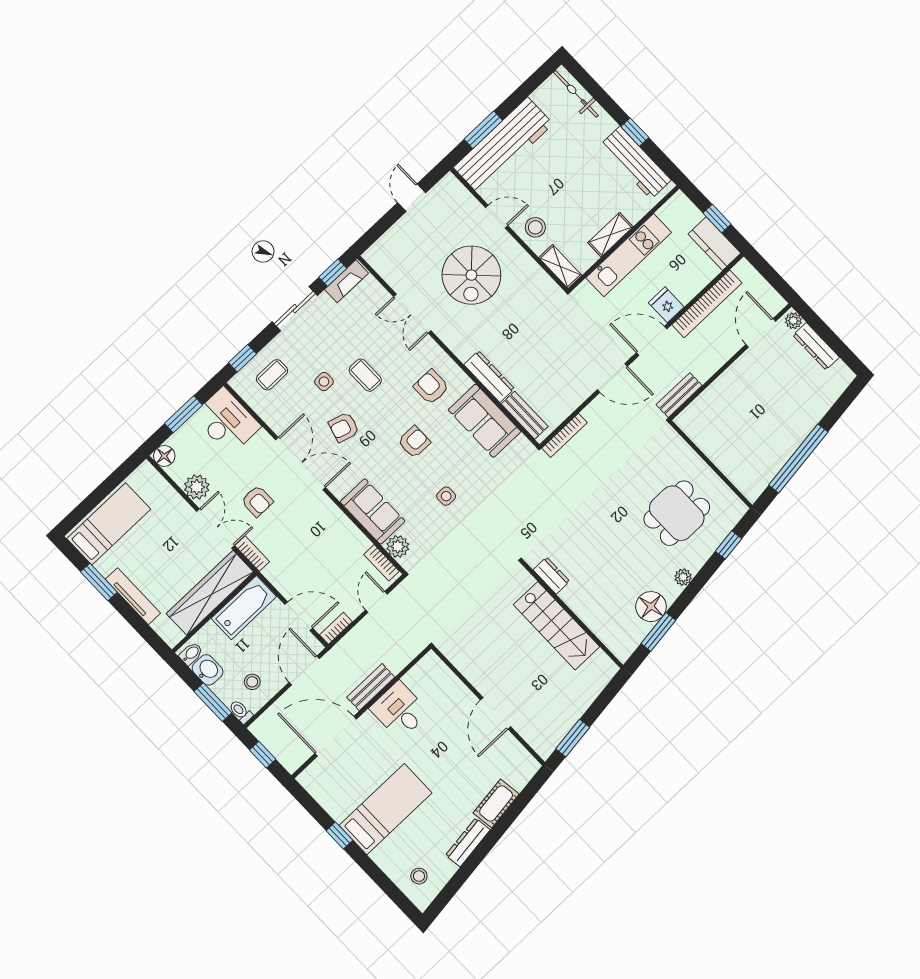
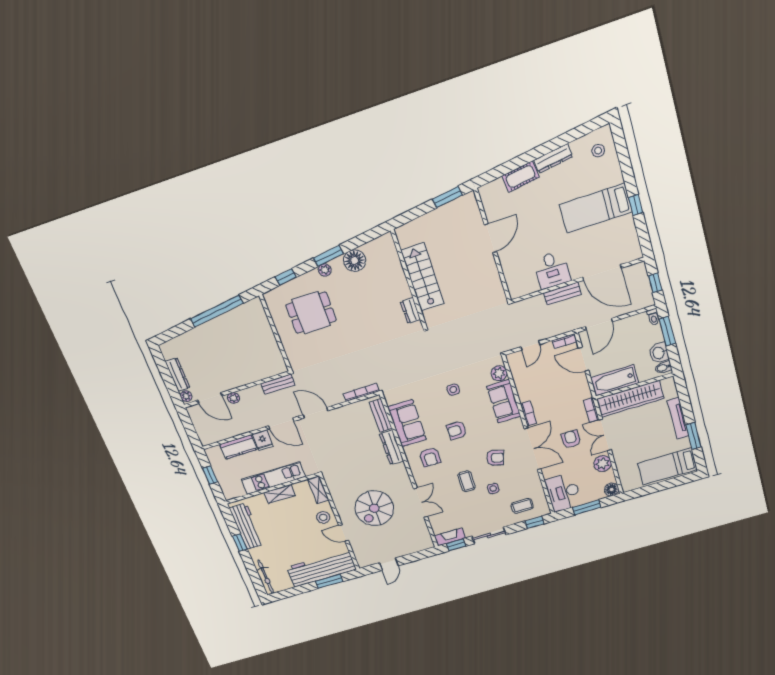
kitchen counter: (714, 244) -> (238, 447), moved, turned 90
spiral stairs: (471, 275) -> (374, 508), turned 180
bookcase: (707, 304) -> (237, 430), removed
door: (761, 333) -> (210, 398), hinge flipped
plant: (730, 348) -> (233, 398), added
double door: (301, 464) -> (533, 449), swing flipped
bookcase: (382, 563) -> (528, 413), moved
window: (658, 632) -> (328, 256), moved
stool: (252, 682) -> (635, 332), removed

